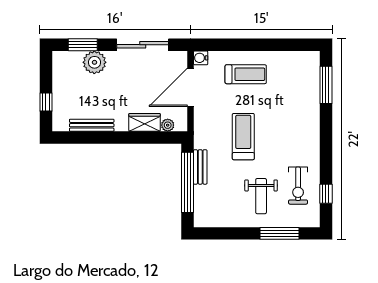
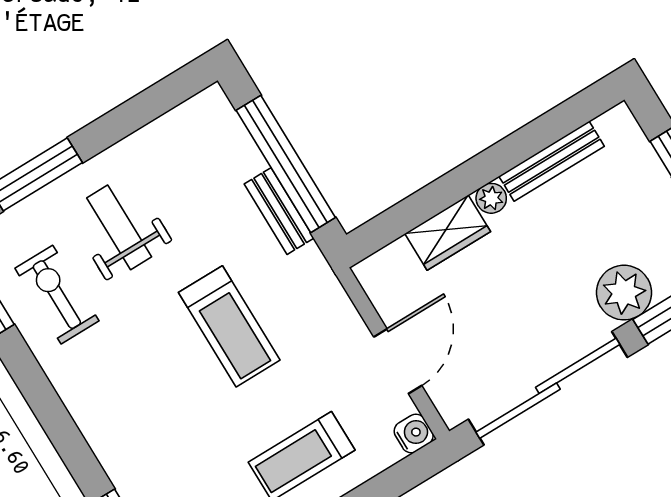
sliding door: (143, 45) -> (548, 388), width x1.36
door: (191, 87) -> (398, 361), width x0.73
plant: (168, 125) -> (491, 198), moved

